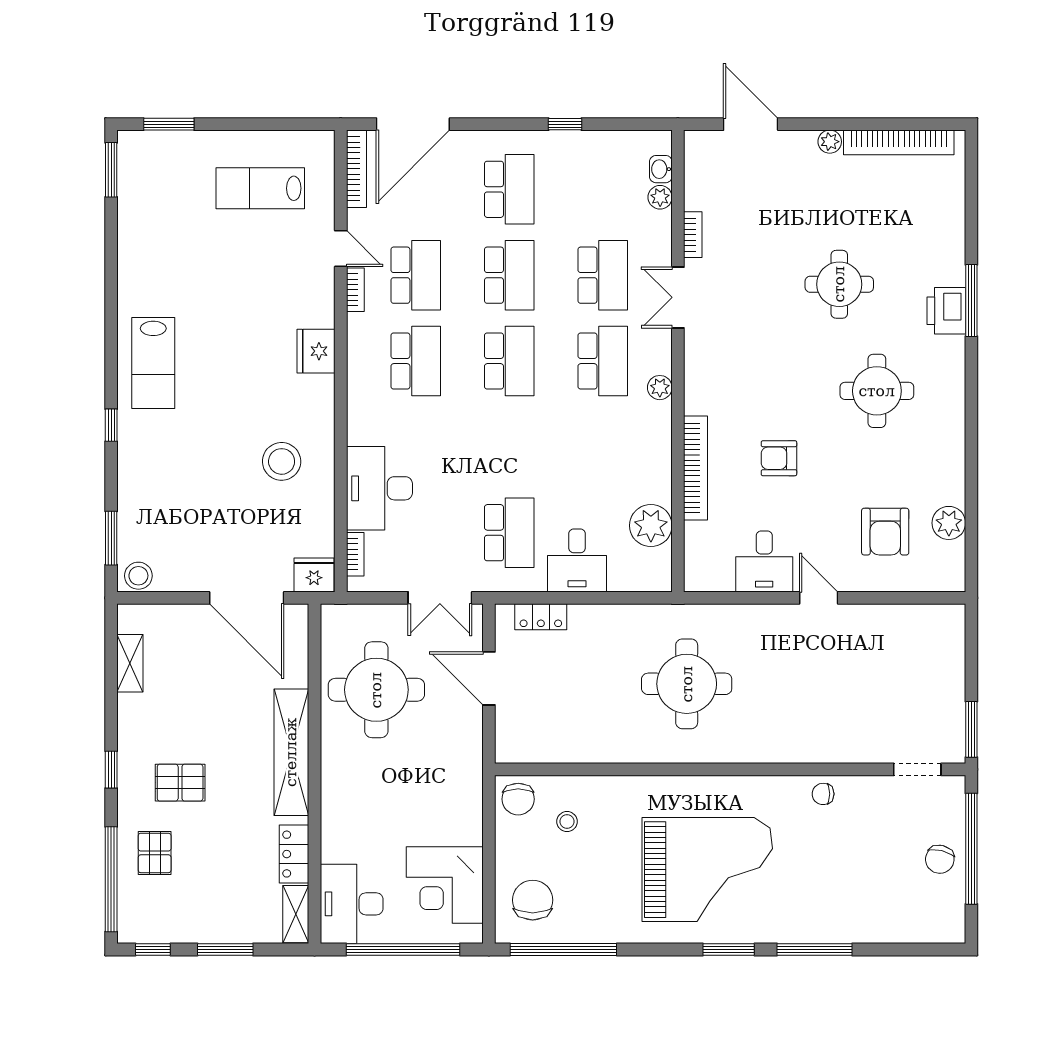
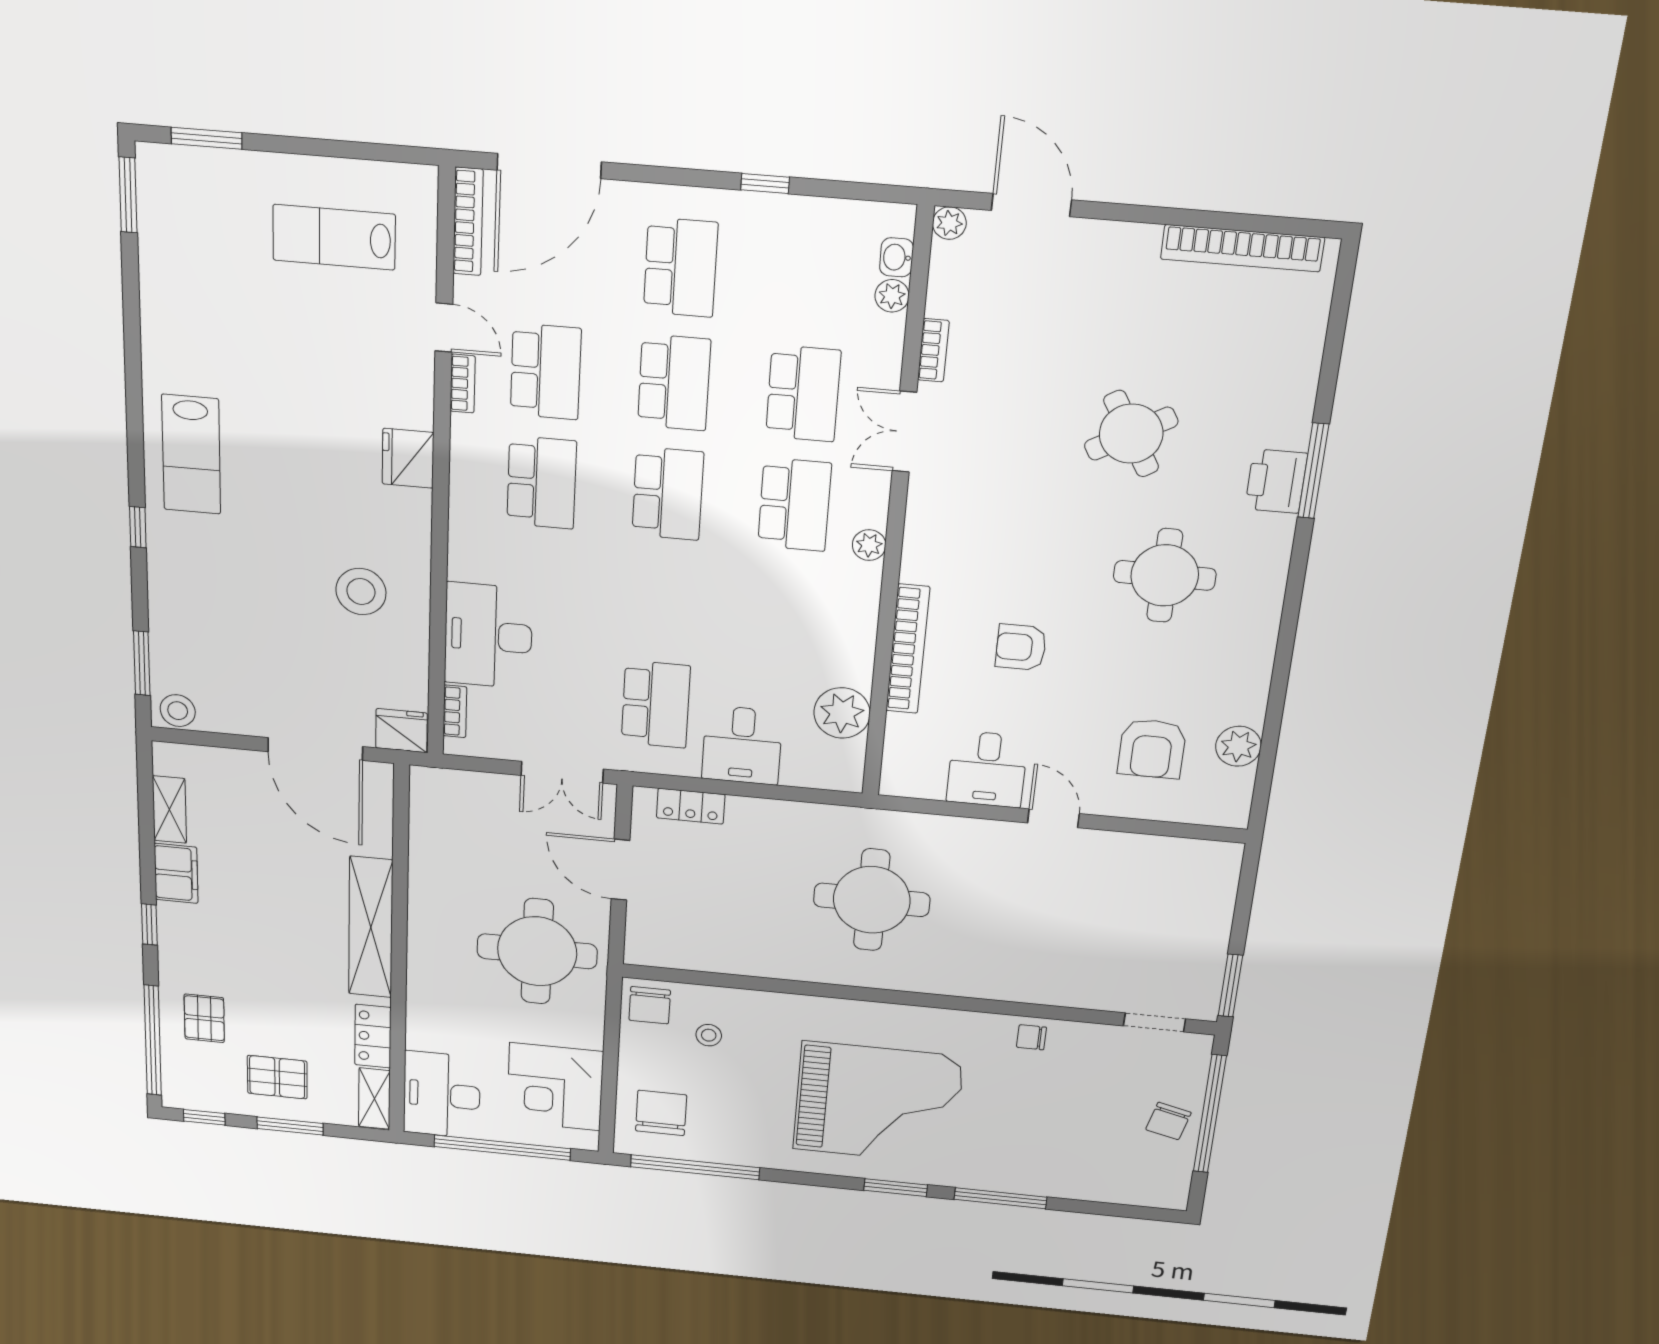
plant: (830, 142) -> (949, 223), moved
round table: (839, 284) -> (1131, 434), turned -30
round table: (376, 690) -> (537, 951), moved
filing cabinet: (134, 720) -> (176, 873), added
pallet: (180, 783) -> (277, 1077), moved

